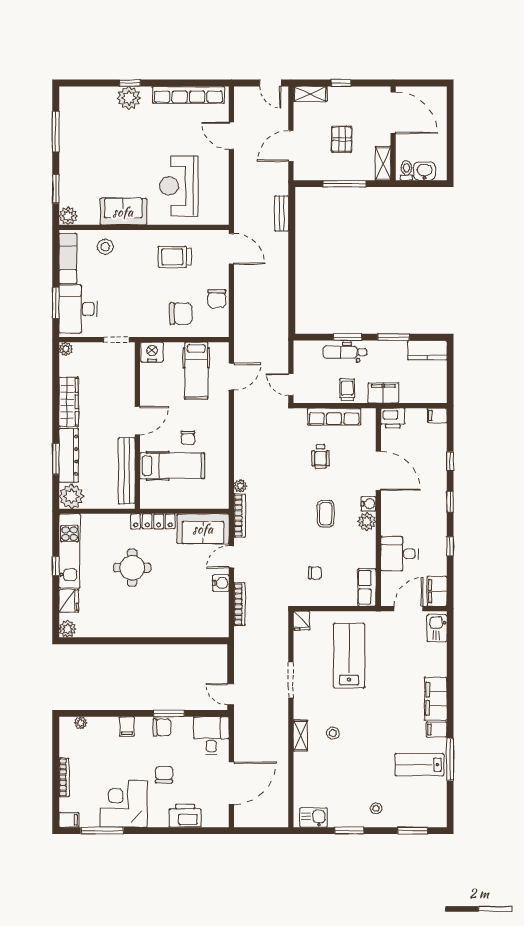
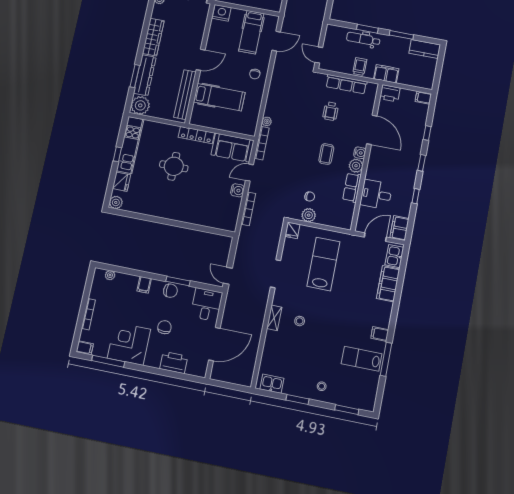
chair: (188, 438) -> (255, 74), moved
row of seats: (367, 587) -> (352, 187), moved
plant: (318, 597) -> (309, 215), added
filing cabinet: (436, 699) -> (388, 284), moved

